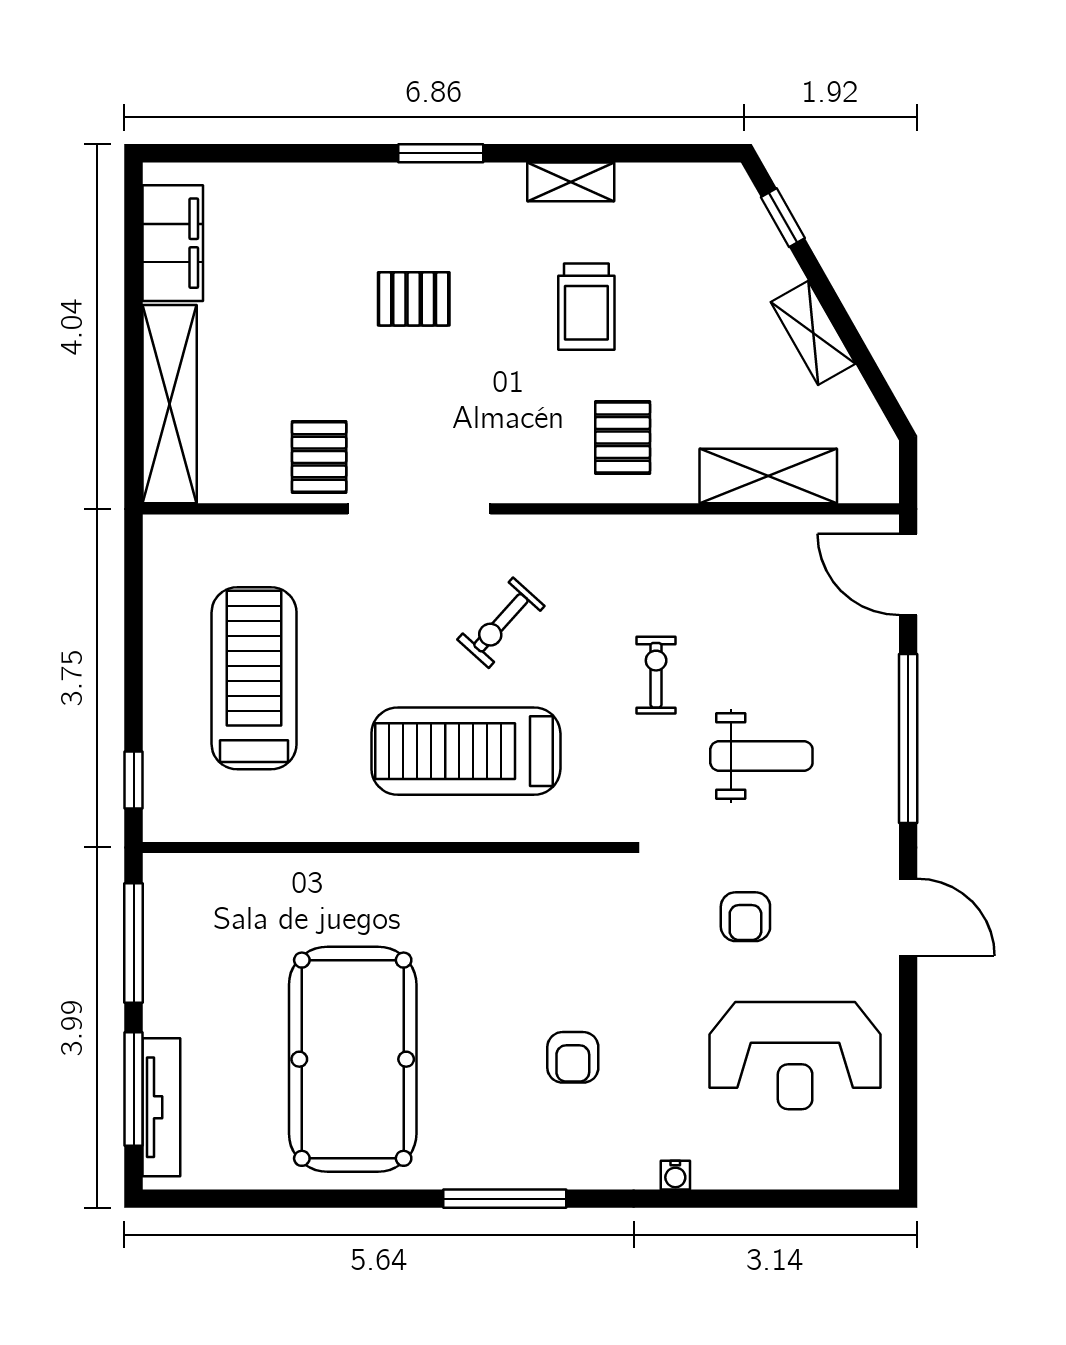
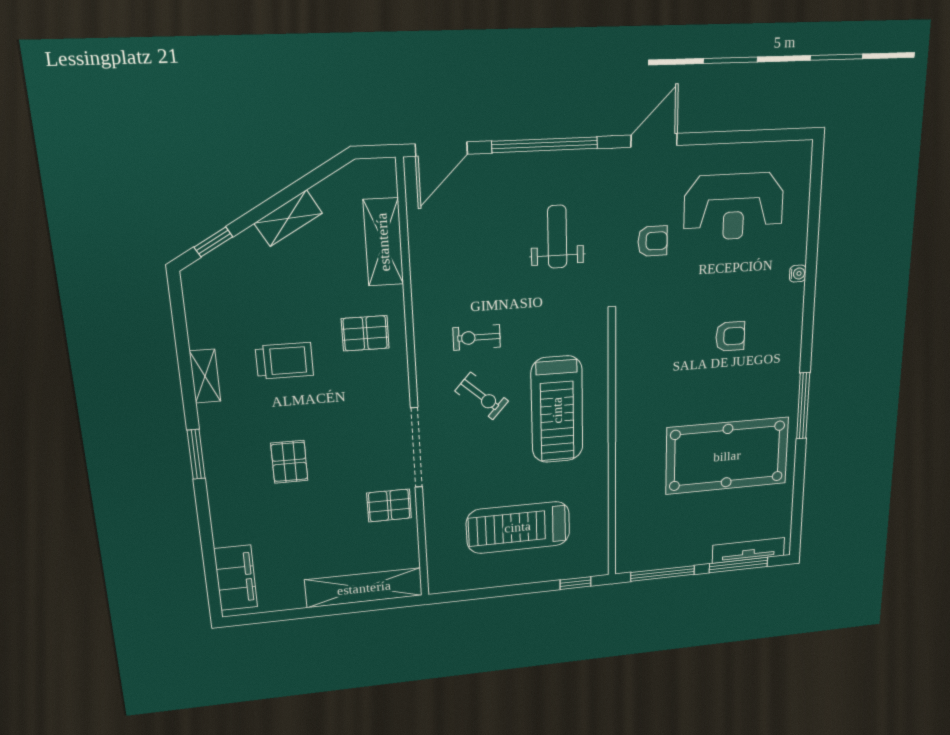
filing cabinet: (173, 243) -> (236, 578), moved, turned 90
exercise bike: (656, 675) -> (477, 337), moved
reception desk: (795, 1056) -> (734, 207), turned 90
window: (505, 1199) -> (803, 406), moved

